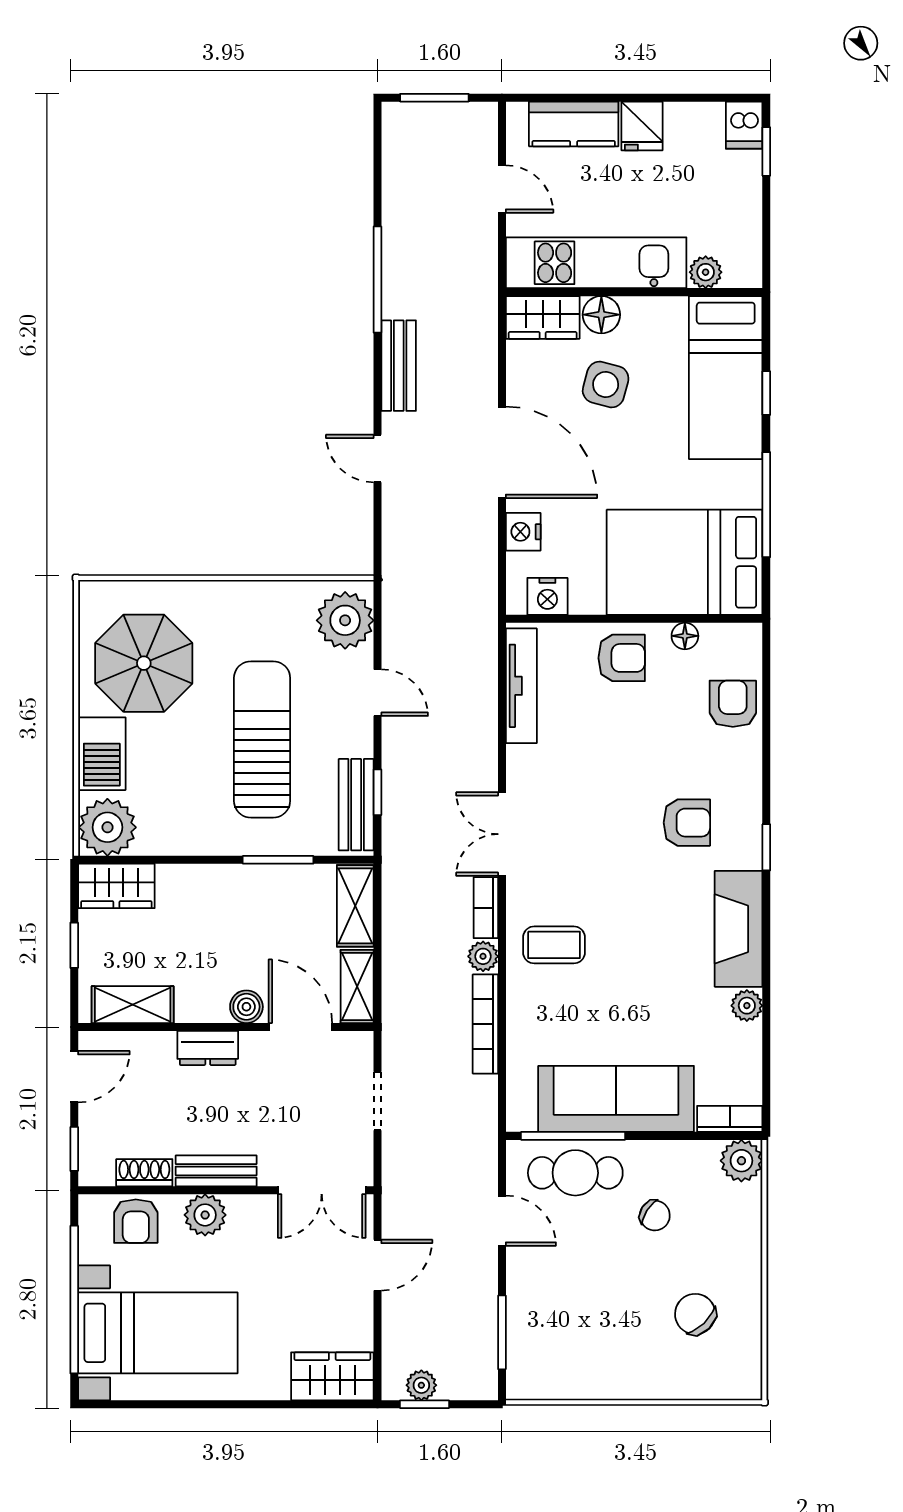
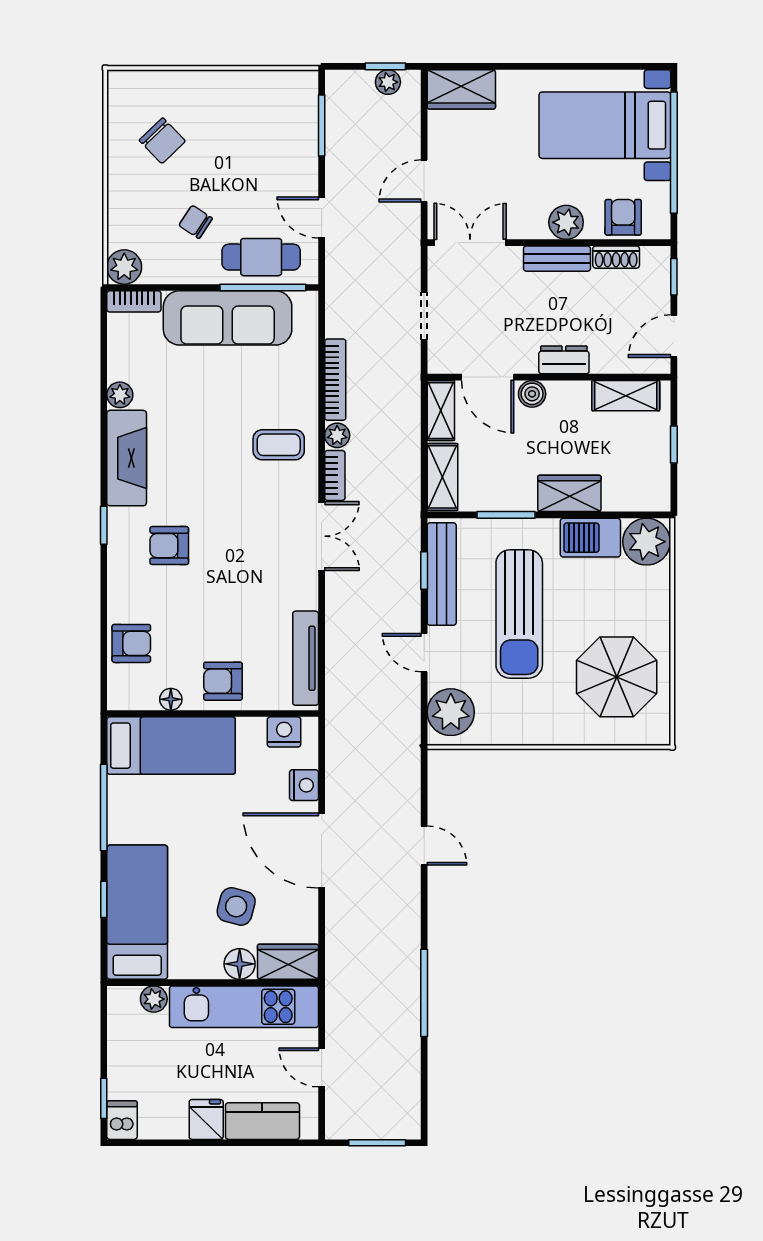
bench: (399, 366) -> (407, 922), removed
bed: (685, 562) -> (171, 746), width x0.67
armchair: (733, 704) -> (131, 643), turned -90
barbecue: (102, 754) -> (590, 538), moved, turned -90
bench: (356, 805) -> (442, 574), width x1.36
wardrobe: (116, 886) -> (569, 493), moved

